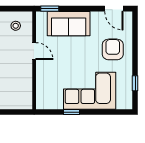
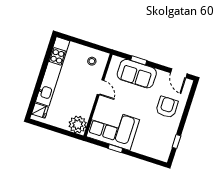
window: (50, 9) -> (139, 60), moved
corner sofa: (90, 91) -> (113, 128), moved
plant: (22, 99) -> (78, 125), added

